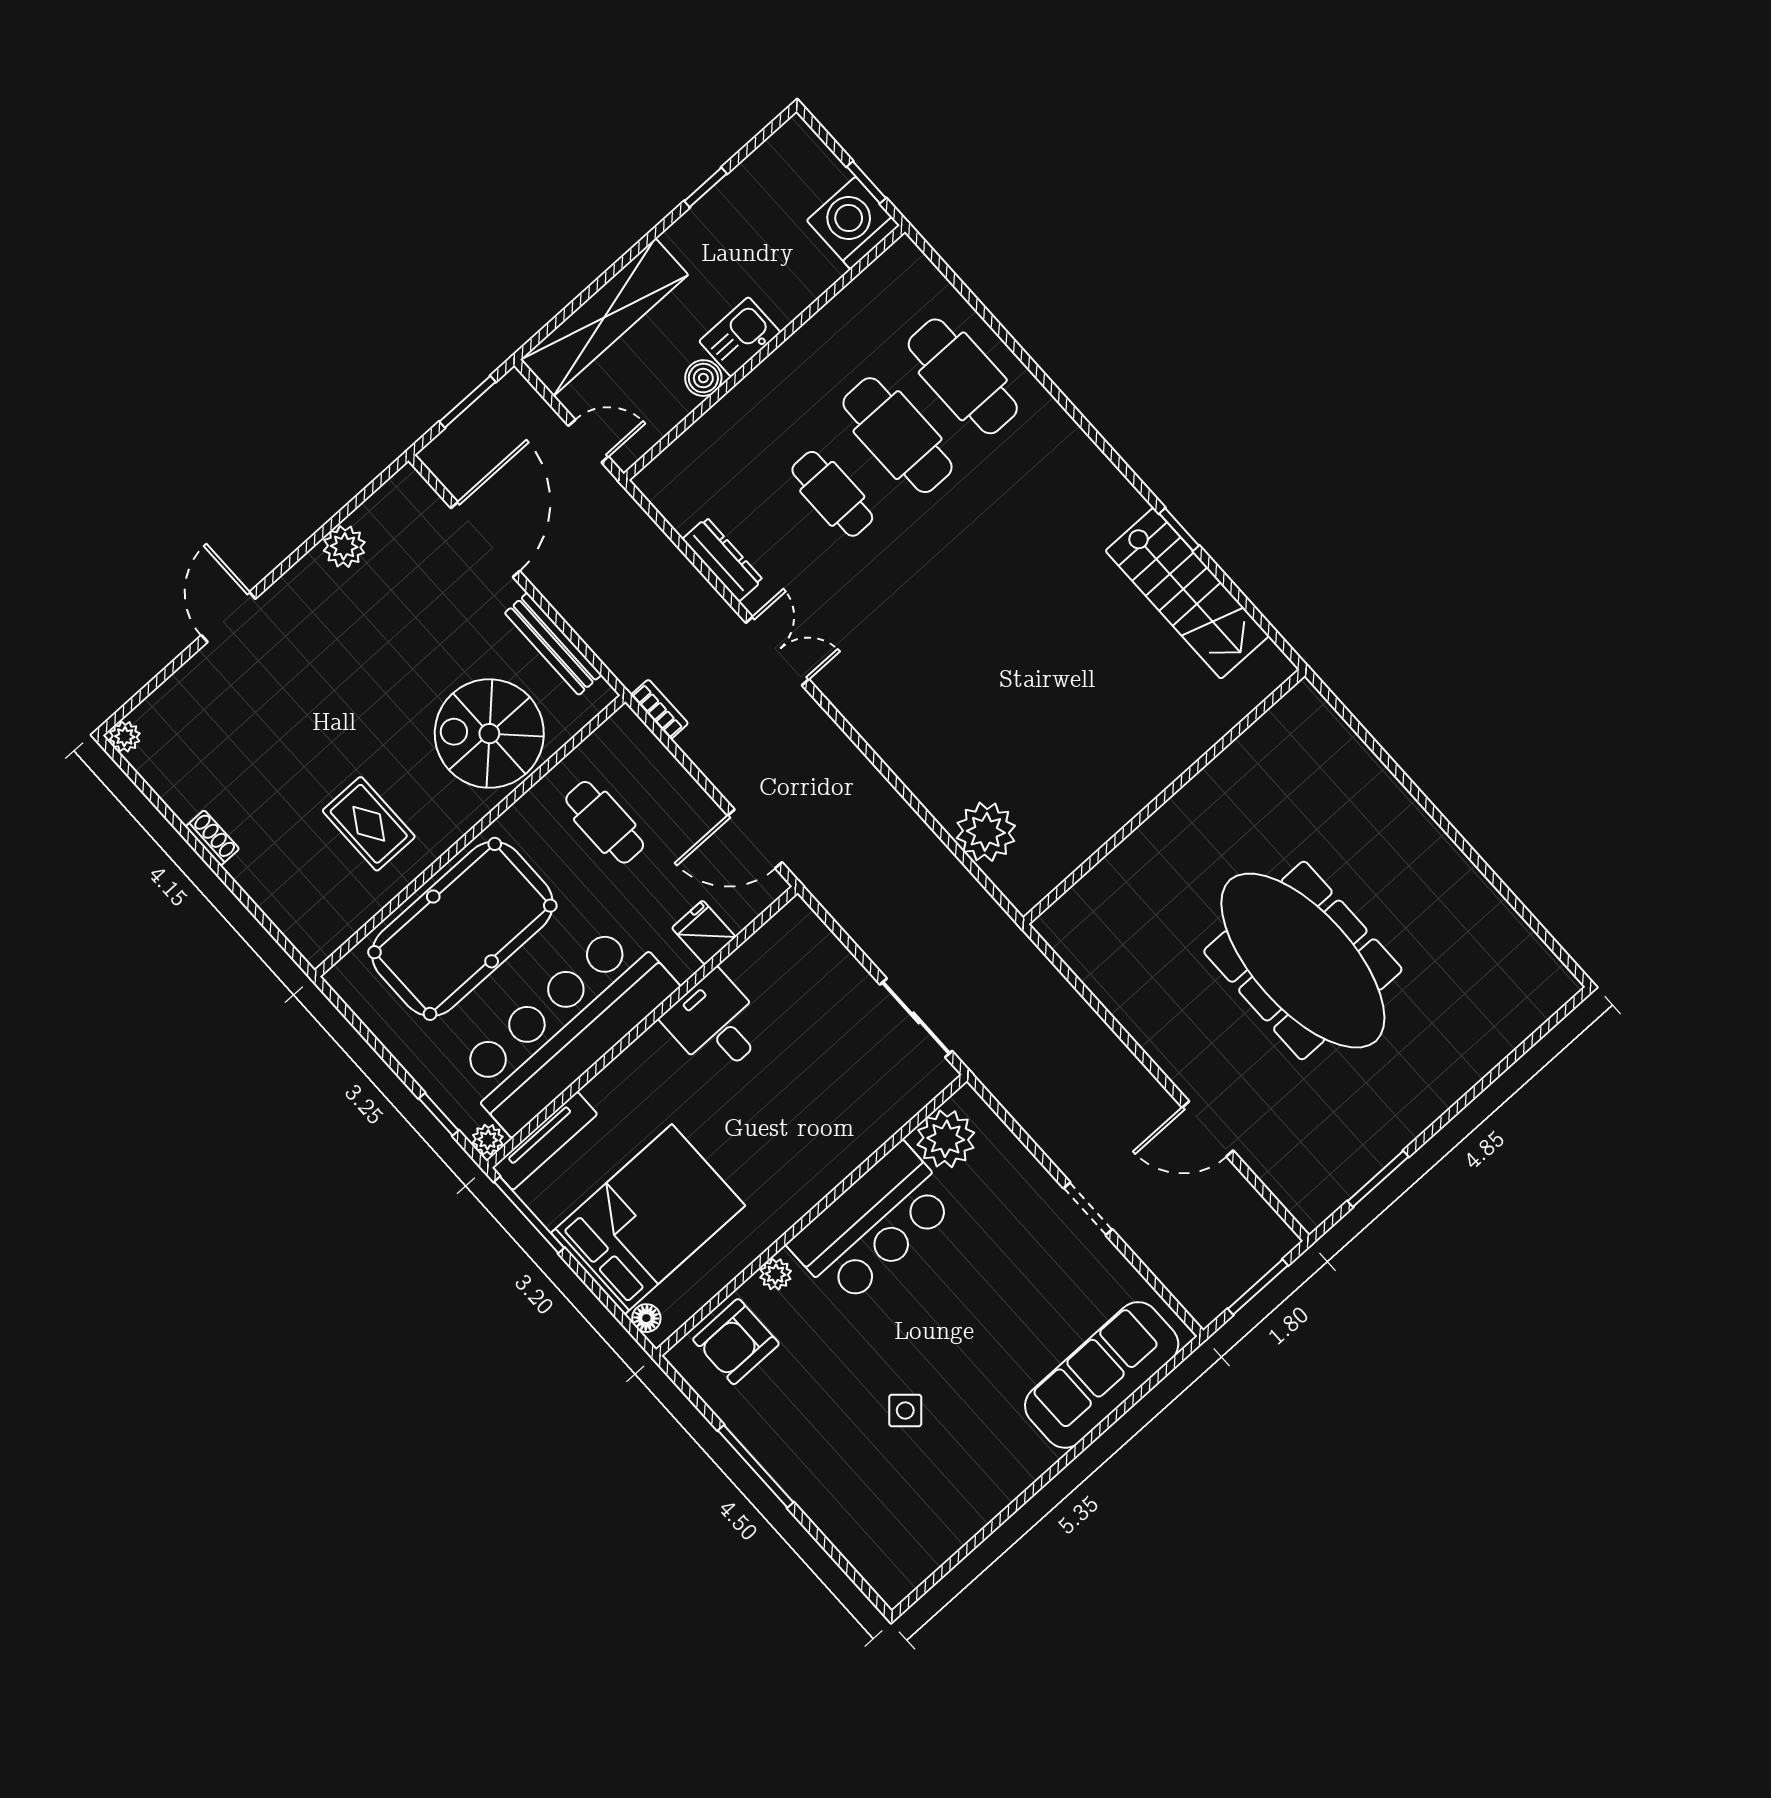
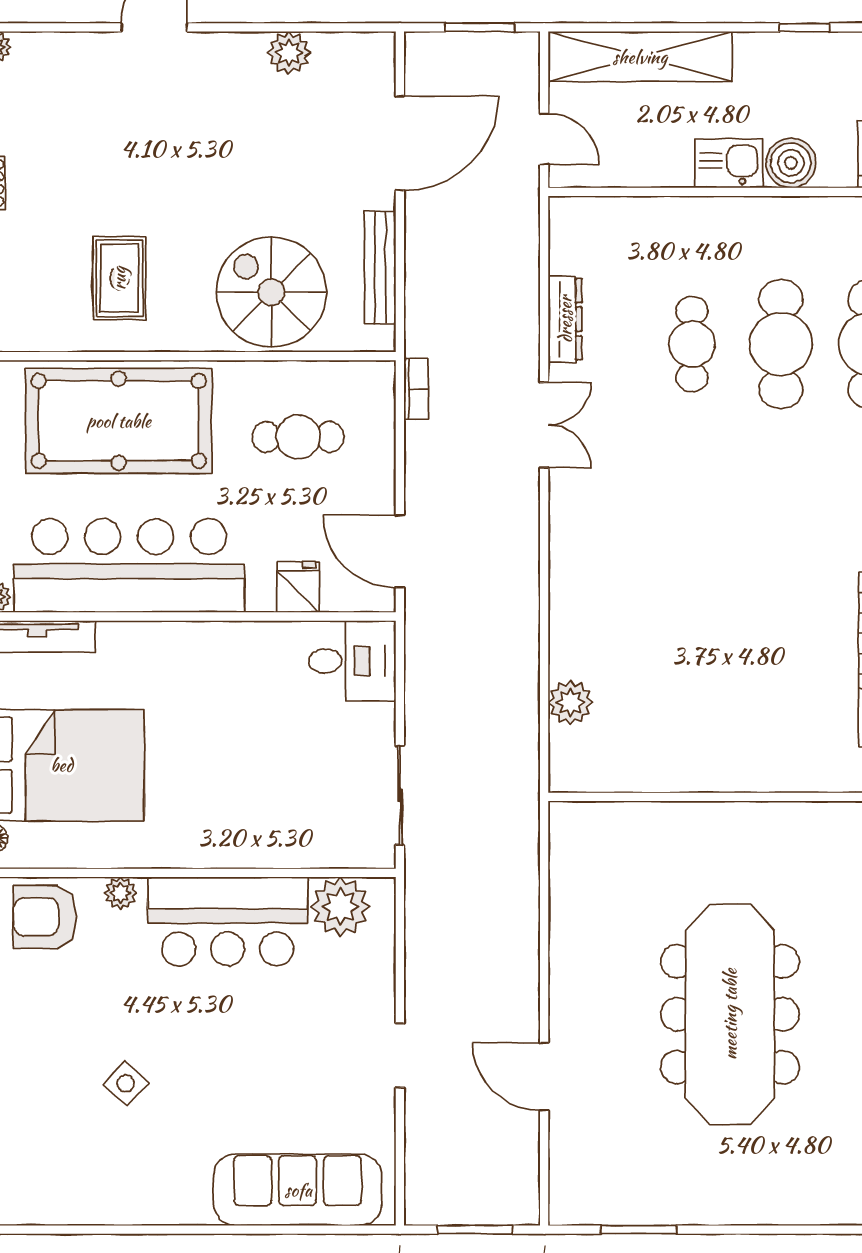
boiler: (703, 378) -> (791, 163), moved, width x1.36, depth x1.36
cafe table: (605, 822) -> (298, 437), turned 90
plant: (986, 832) -> (570, 703), width x0.73, depth x0.73
desk: (716, 1024) -> (352, 661), moved, turned 90

